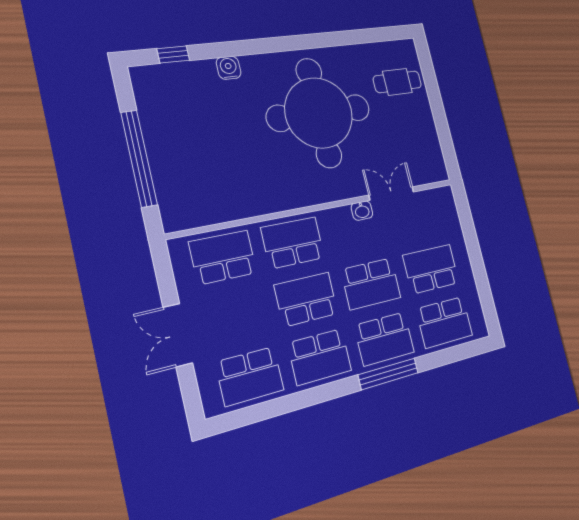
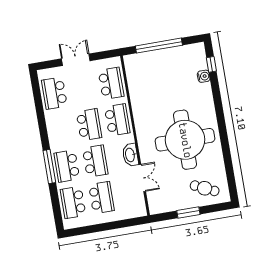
water cooler: (229, 68) -> (204, 76), moved
cafe table: (397, 82) -> (205, 188), turned -65
window: (438, 112) -> (188, 212), added
washbasin: (362, 211) -> (130, 155), width x1.91, depth x1.45
school desk: (371, 284) -> (95, 161), turned 180
school desk: (320, 357) -> (61, 130), removed

